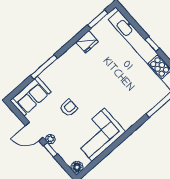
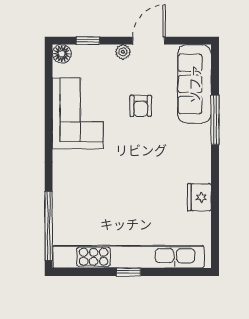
window: (98, 19) -> (215, 234), removed
sofa: (31, 96) -> (194, 84), width x1.36
window: (50, 150) -> (88, 41), moved

